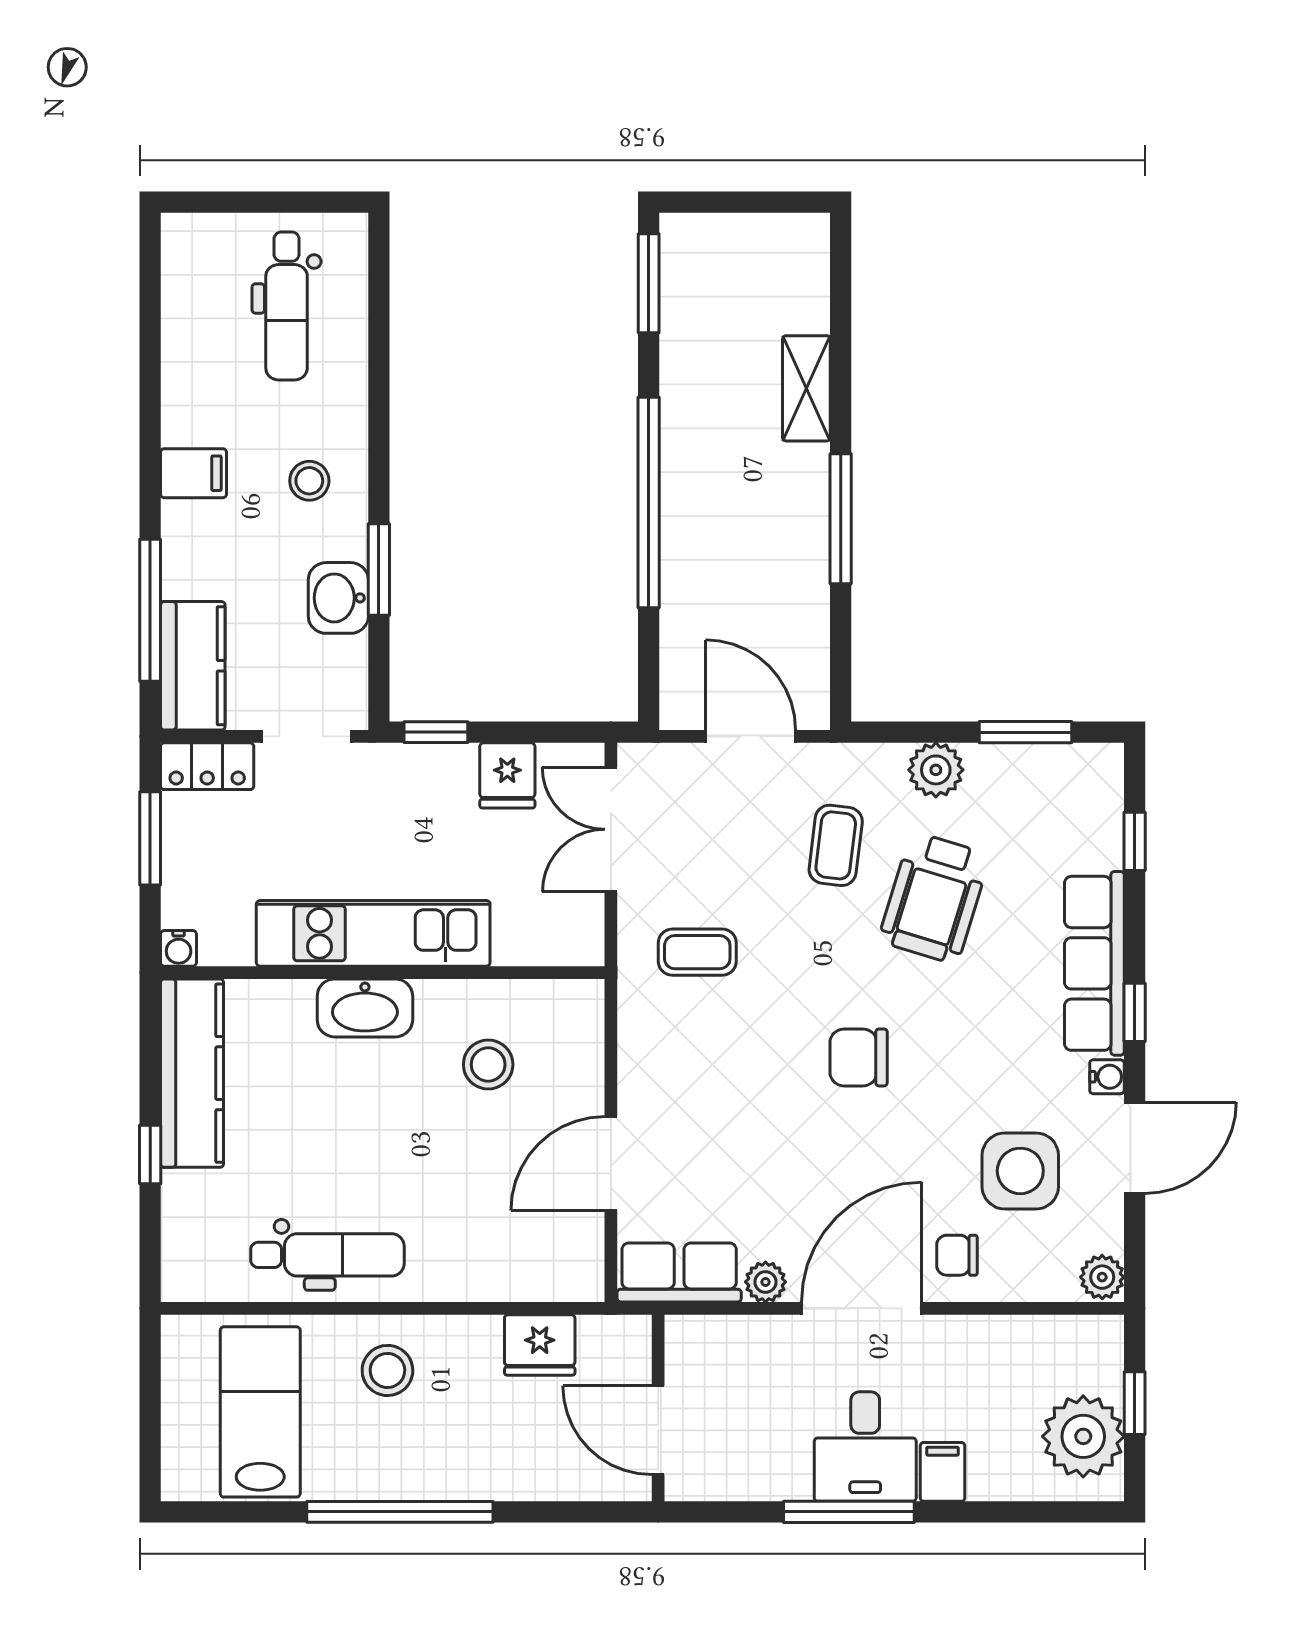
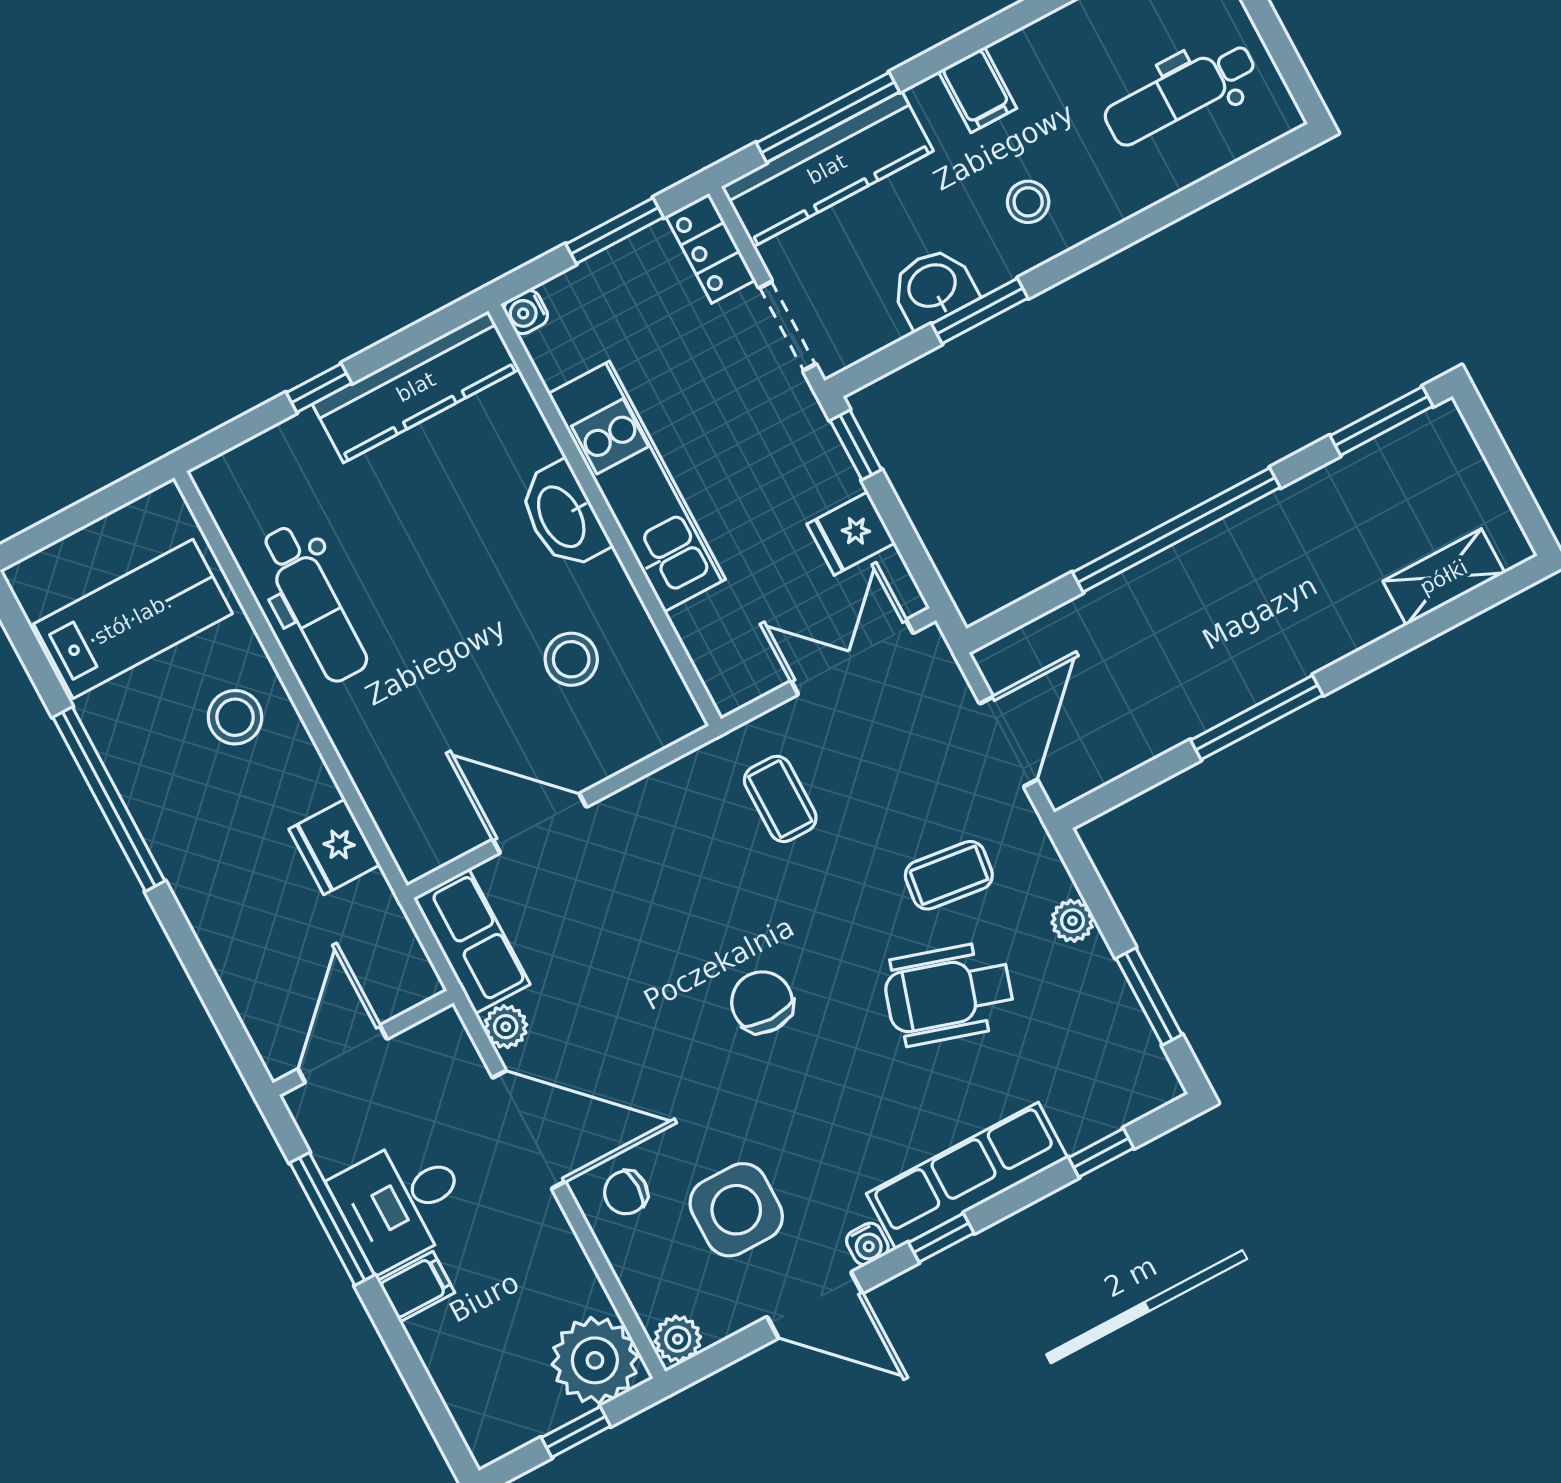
shelving: (806, 388) -> (1444, 577), moved
kitchen counter: (193, 666) -> (827, 169), width x1.50
plant: (936, 770) -> (1072, 921), width x0.73, depth x0.73
chair: (957, 1255) -> (626, 1192), turned -90
wall: (658, 1408) -> (363, 1043), moved
door: (658, 1430) -> (342, 1054), moved
plant: (1083, 1436) -> (595, 1360), moved

